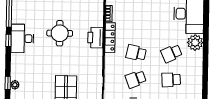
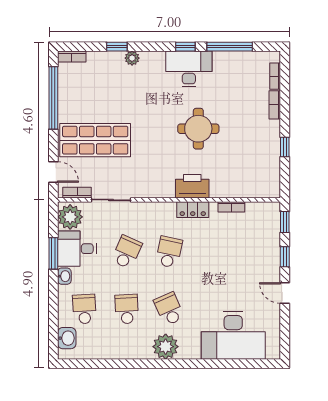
locker: (110, 38) -> (193, 210), width x0.66
plant: (195, 43) -> (166, 347), moved
school desk: (136, 79) -> (127, 252), turned 45
plant: (15, 85) -> (132, 58), moved

